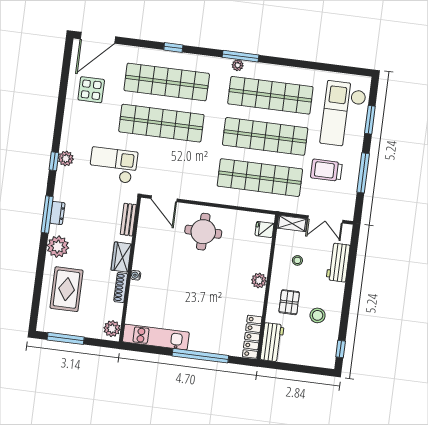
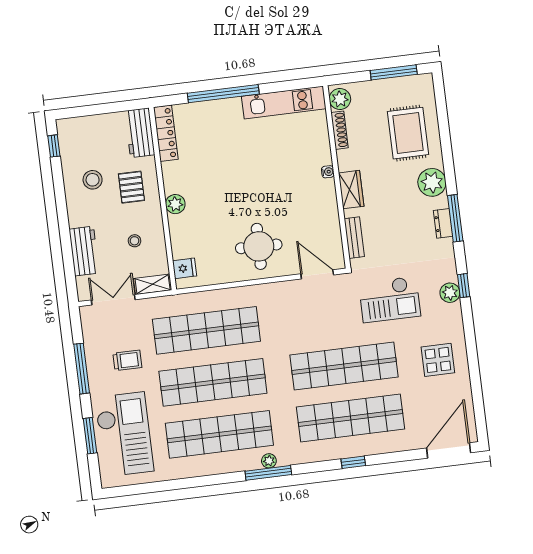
display table: (91, 90) -> (438, 360), moved
trolley: (326, 170) -> (127, 360), width x0.73, depth x0.72
shoe rack: (121, 288) -> (340, 130), moved

